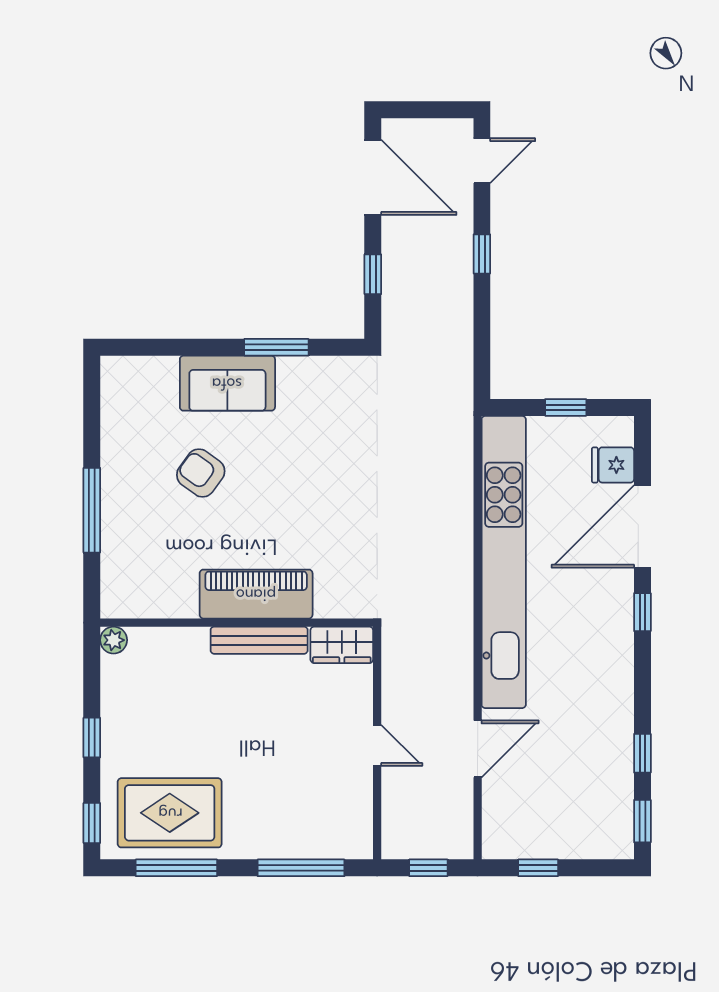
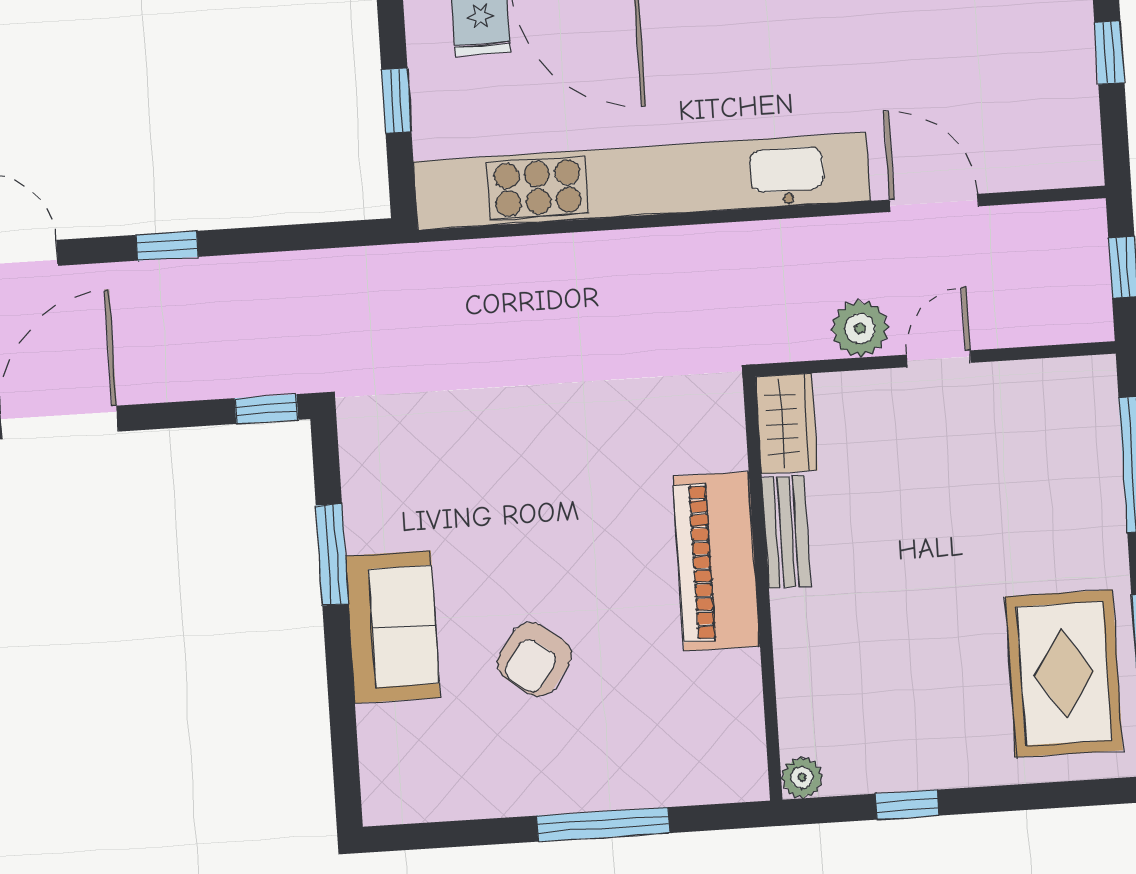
window: (373, 274) -> (266, 409), moved
bench: (259, 640) -> (786, 532), width x0.73
plant: (400, 696) -> (860, 329), added
window: (92, 738) -> (907, 805), moved
window: (92, 823) -> (1087, 793), removed
window: (538, 868) -> (1109, 53), moved

